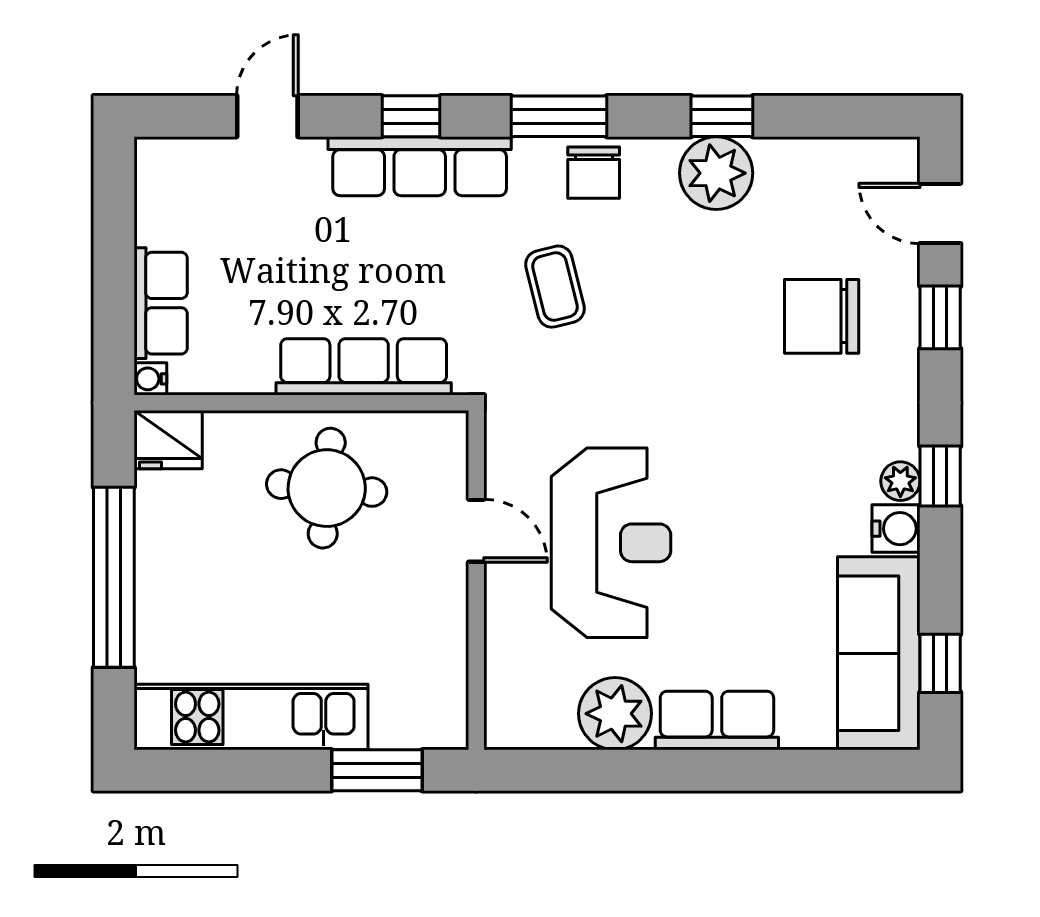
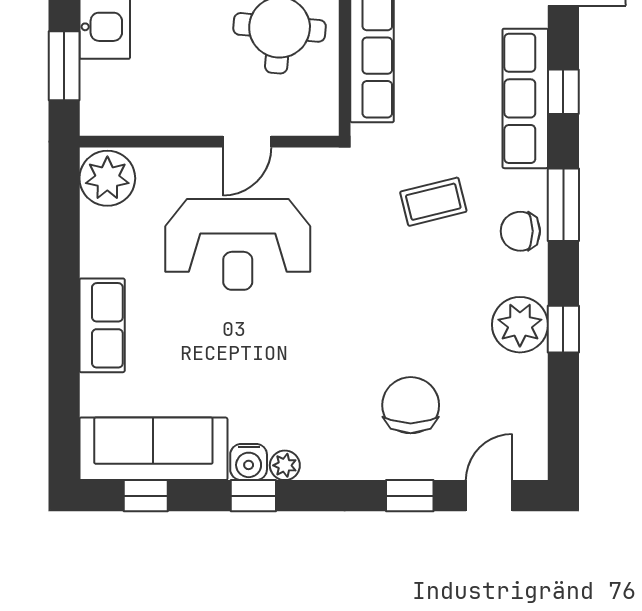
window: (940, 476) -> (253, 496), moved
plant: (615, 714) -> (107, 178), moved

